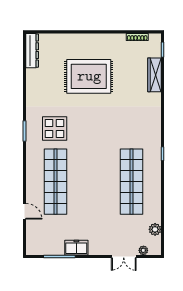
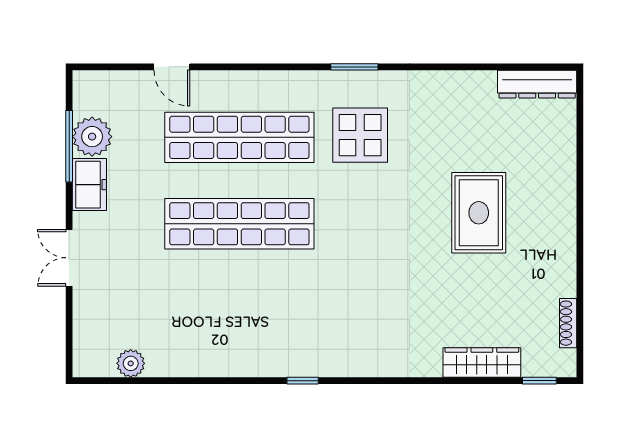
rug: (89, 76) -> (479, 213), width x0.73, depth x0.69
shop shelf: (132, 182) -> (239, 224), moved
door: (25, 211) -> (172, 67), hinge flipped
plant: (143, 250) -> (92, 137), moved, width x1.88, depth x1.88
double door: (124, 256) -> (69, 258), moved

